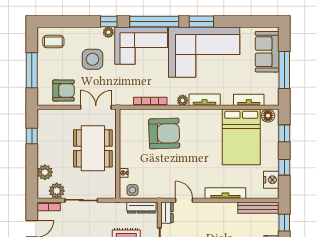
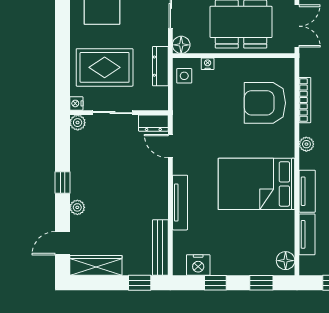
tv unit: (205, 100) -> (307, 191), moved
armchair: (164, 133) -> (265, 103), moved, turned 92
bed: (241, 137) -> (257, 184), moved
floor lamp: (110, 192) -> (181, 45), added
door: (184, 200) -> (170, 146), swing flipped
dresser: (141, 207) -> (160, 66), moved

